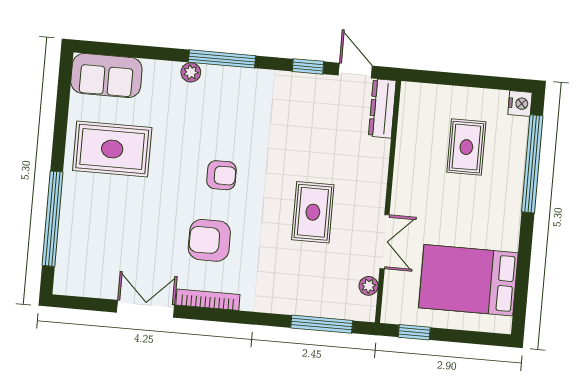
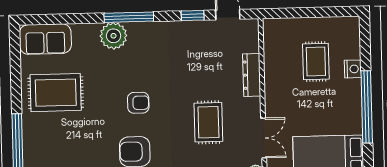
plant: (191, 72) -> (113, 36), width x1.88, depth x1.88
nightstand: (520, 103) -> (353, 69), moved
dresser: (382, 108) -> (252, 75), moved
window: (532, 164) -> (367, 107), moved

